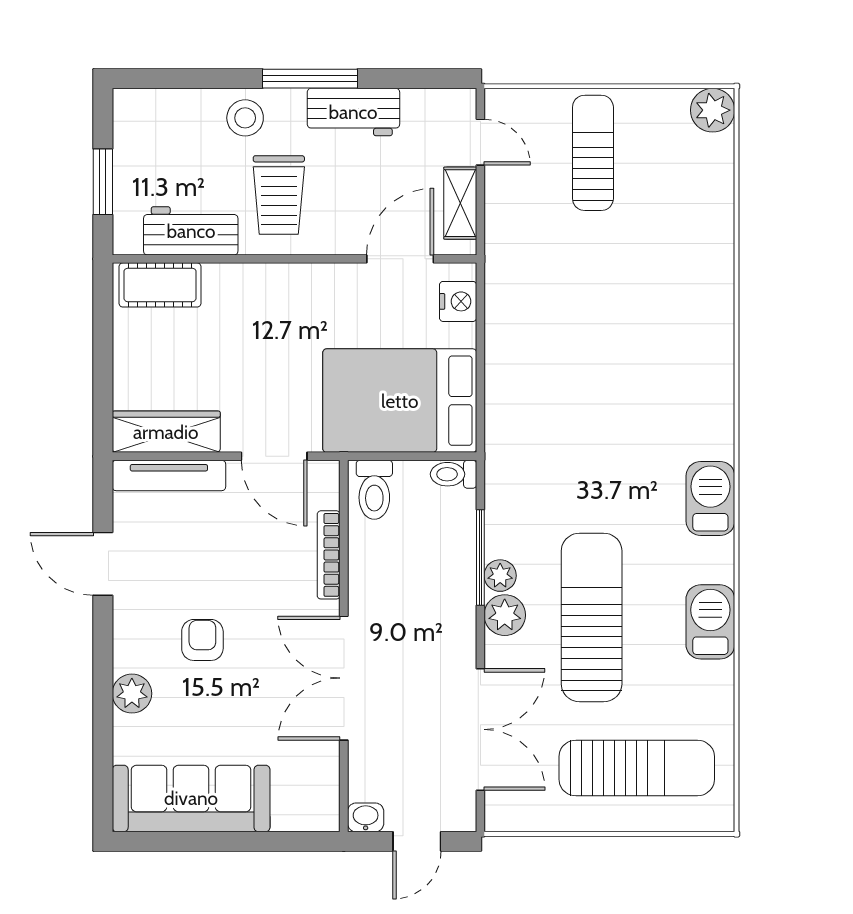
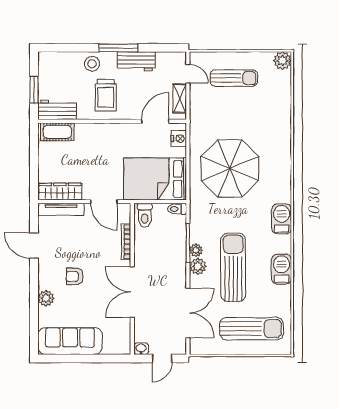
sun lounger: (593, 153) -> (234, 78), turned 90
workbench: (191, 231) -> (57, 110), moved
parasol: (584, 375) -> (230, 169), added
armchair: (202, 640) -> (75, 276), turned -90

